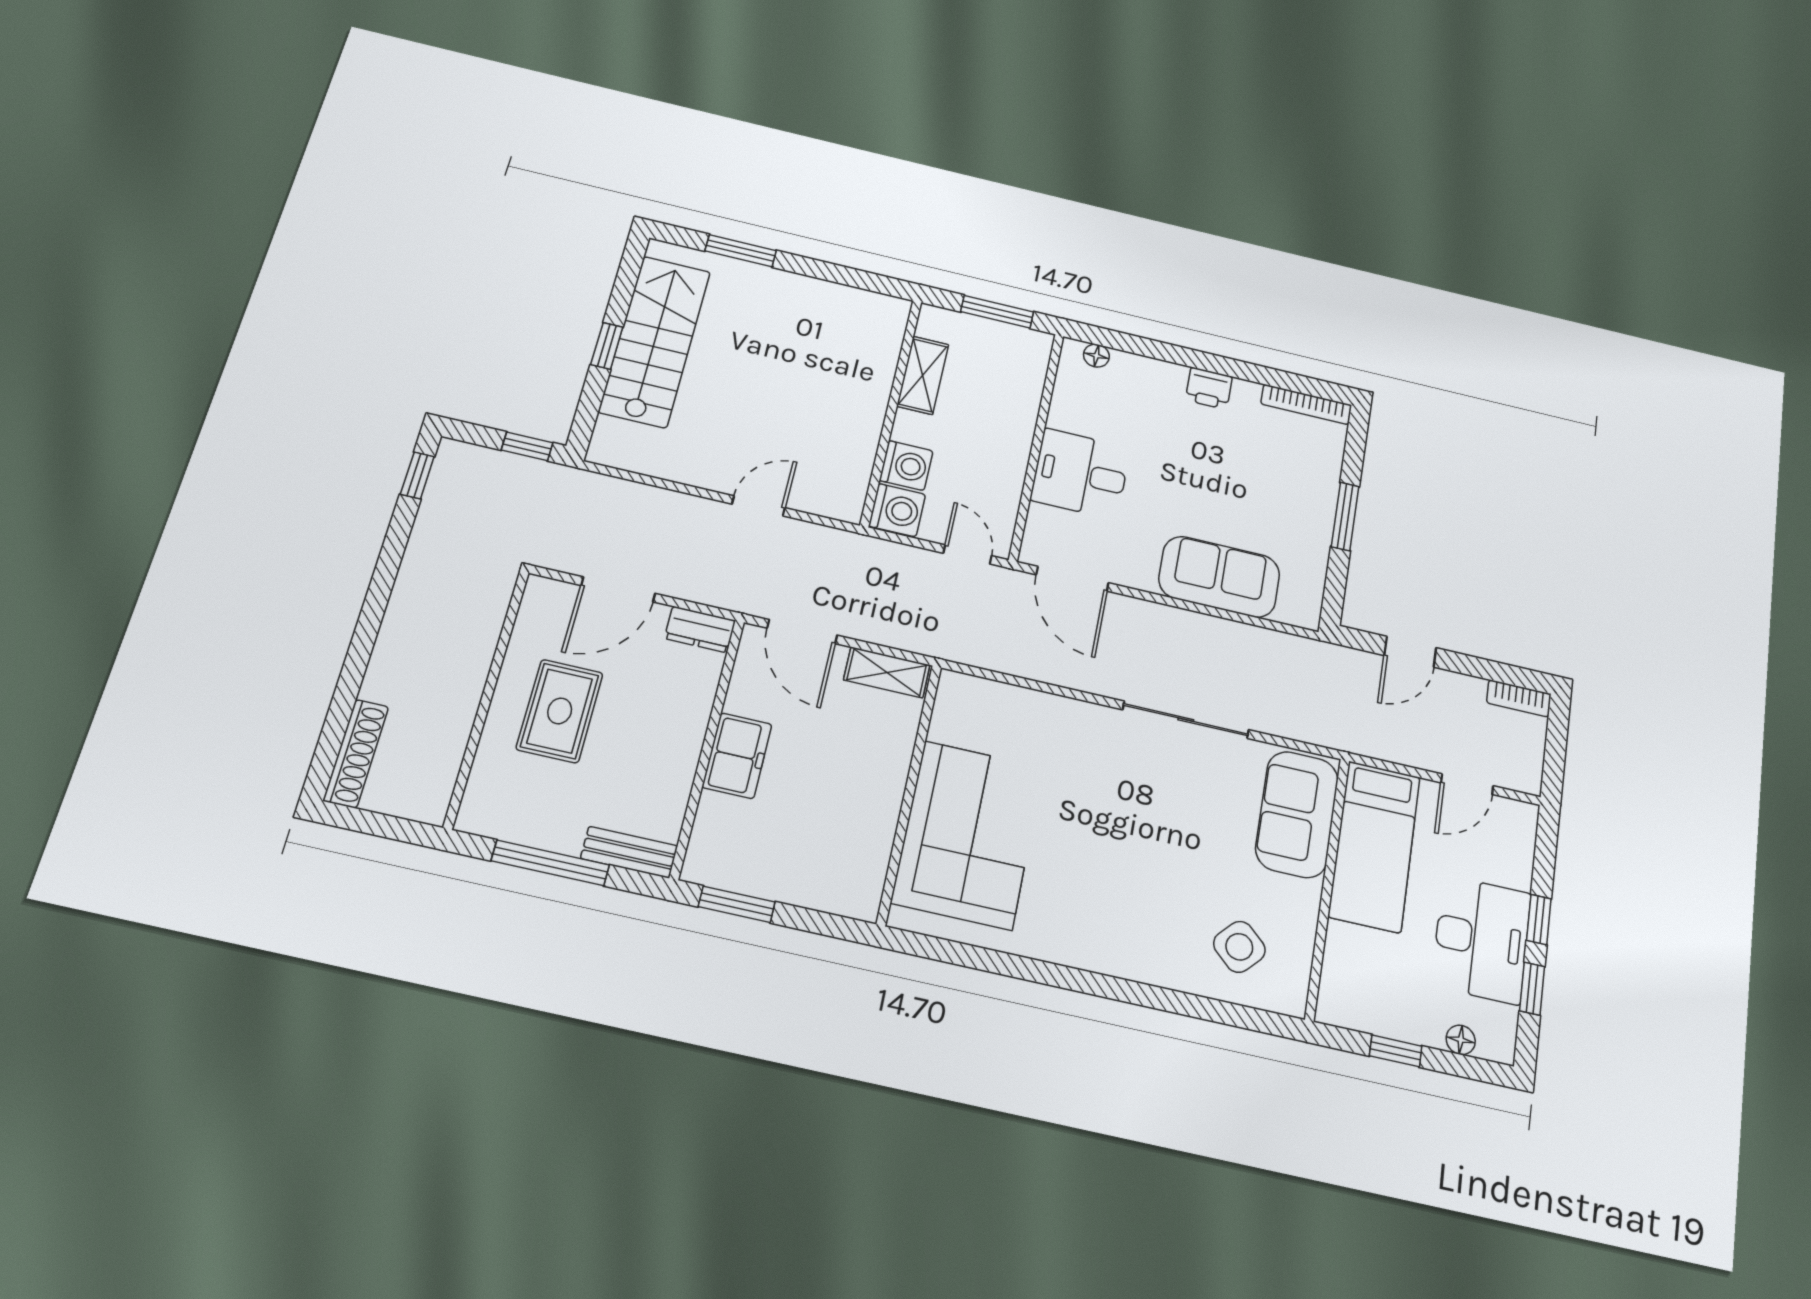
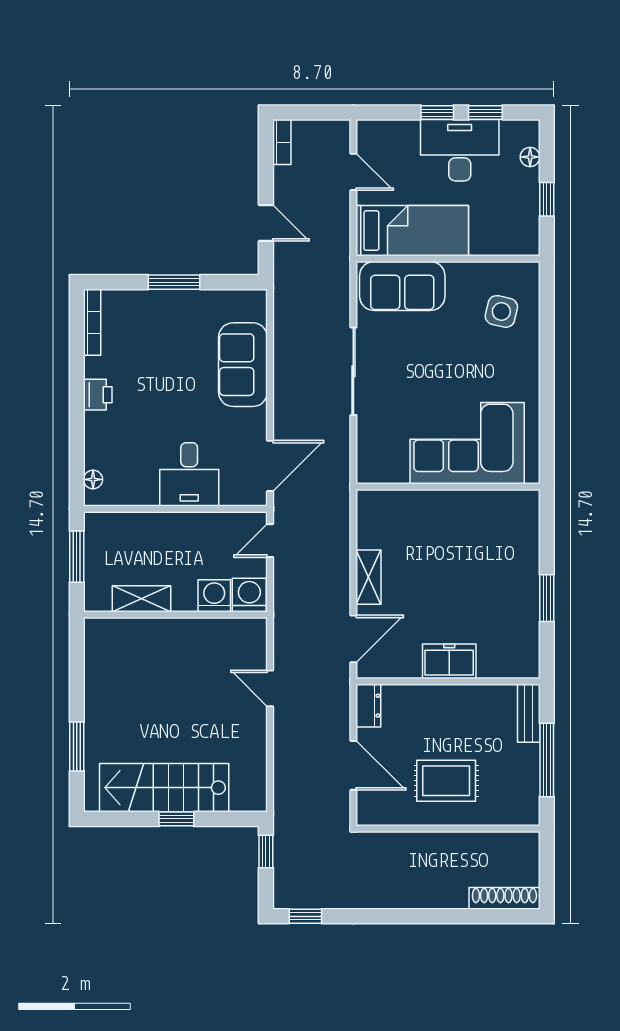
wall: (909, 793) -> (448, 487), moved
corner sofa: (968, 834) -> (467, 443), moved
window: (737, 904) -> (547, 598), moved
side table: (1239, 947) -> (501, 311), turned -30

